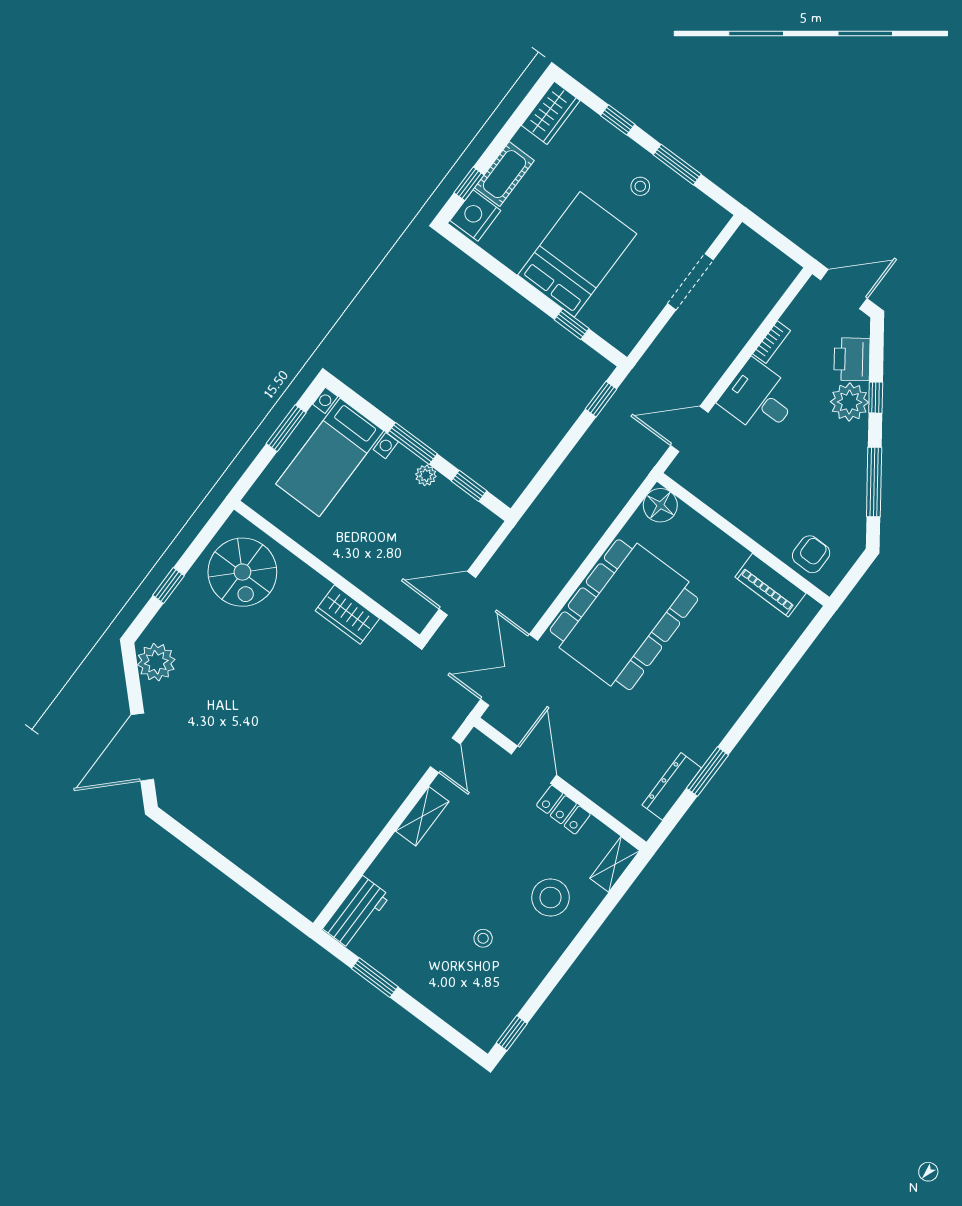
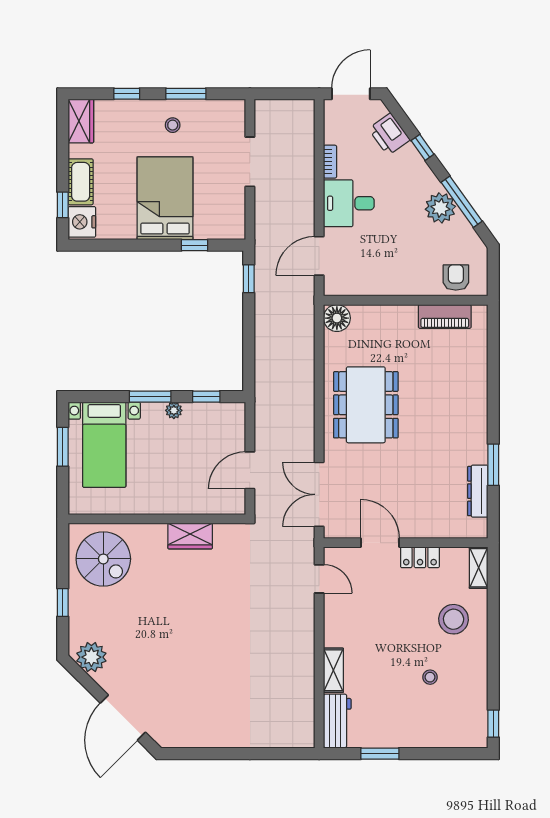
plant: (849, 402) -> (440, 208), moved
dining table: (624, 615) -> (366, 405), width x0.73, depth x0.80
shelving: (422, 816) -> (333, 670), moved

